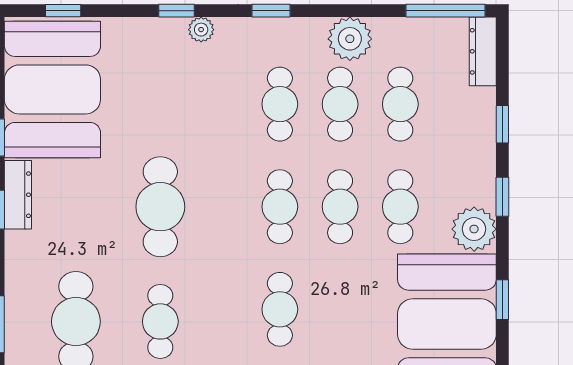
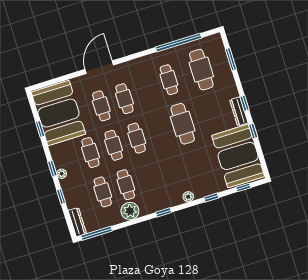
window: (176, 11) -> (211, 198), moved
cafe table: (280, 104) -> (101, 106), moved
plant: (474, 229) -> (62, 174), moved, width x0.53, depth x0.53

